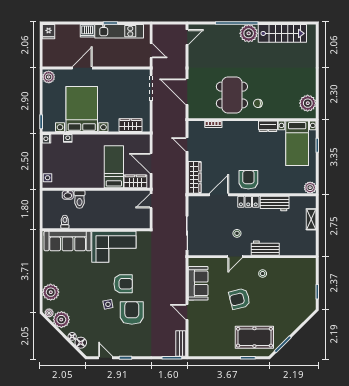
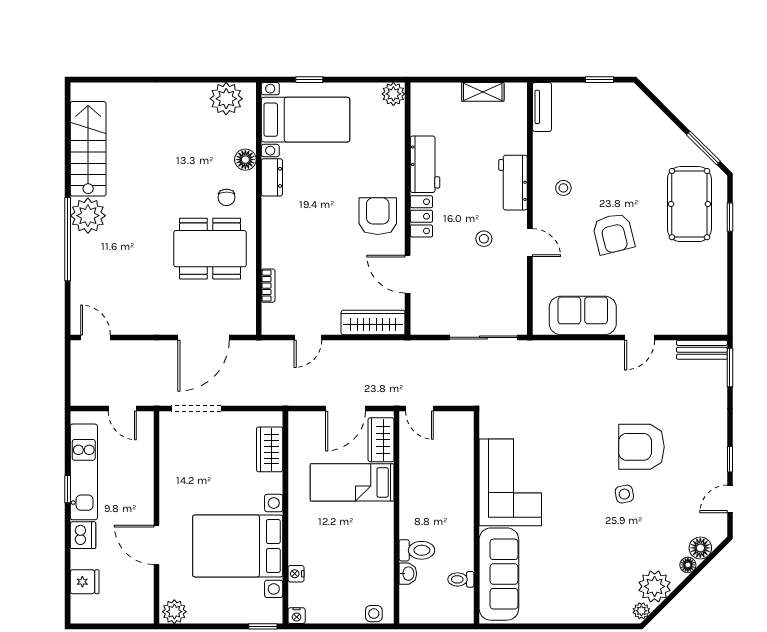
fridge: (49, 32) -> (85, 582), moved
door: (151, 51) -> (122, 409), swing flipped
floor lamp: (277, 113) -> (245, 160), added
armchair: (248, 180) -> (378, 216), turned 90
shelving: (311, 219) -> (483, 92), moved
tv unit: (304, 263) -> (542, 107), added
armchair: (123, 284) -> (584, 464), removed
plant: (51, 292) -> (600, 607), removed

